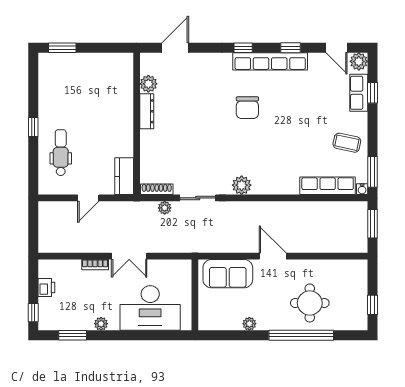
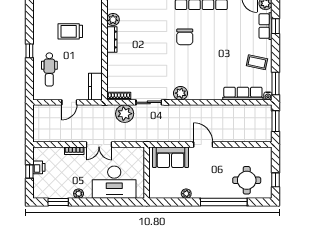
trolley: (90, 100) -> (70, 31), added
dental chair: (61, 153) -> (49, 69), turned 180
plant: (165, 208) -> (125, 114), width x1.88, depth x1.88
round table: (310, 303) -> (247, 180), moved
window: (33, 313) -> (29, 172), moved

